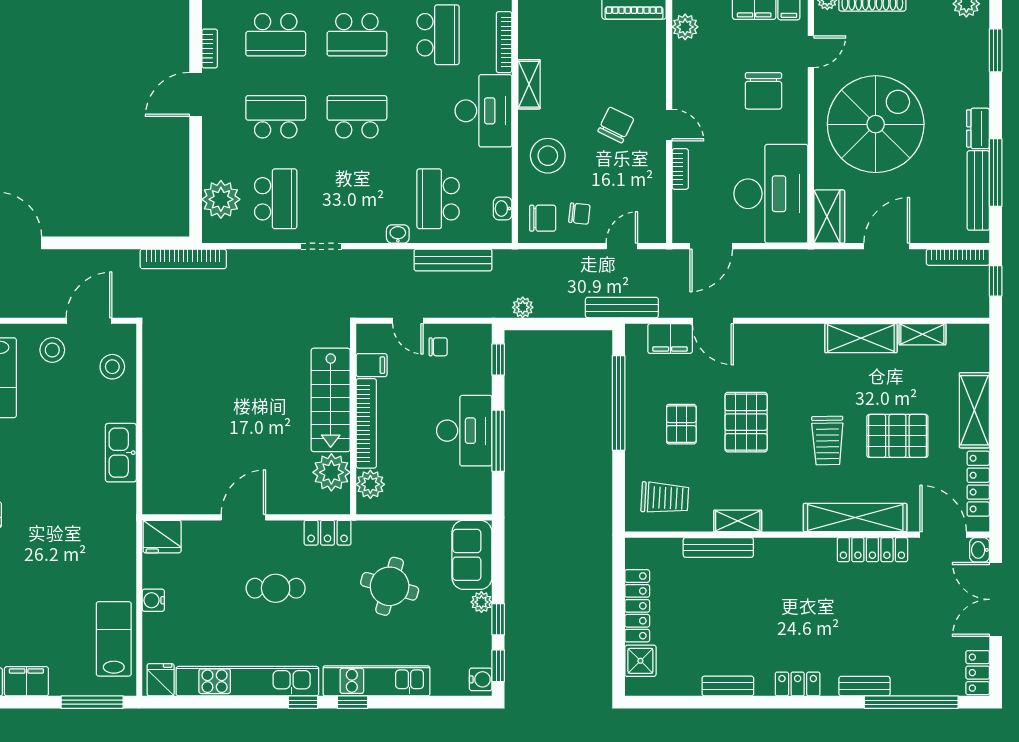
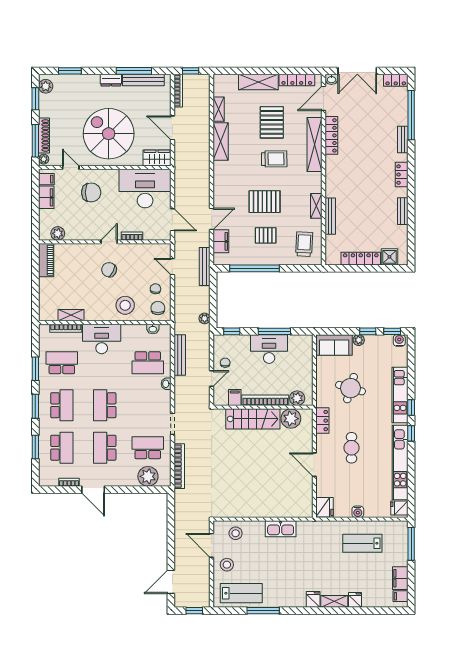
shelving: (529, 84) -> (71, 315), moved
bookcase: (183, 259) -> (179, 466), moved
lab bench: (114, 639) -> (362, 543), moved

